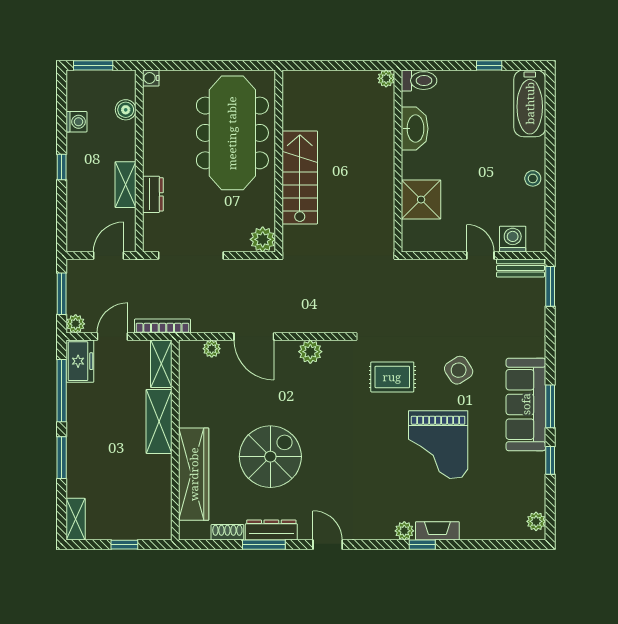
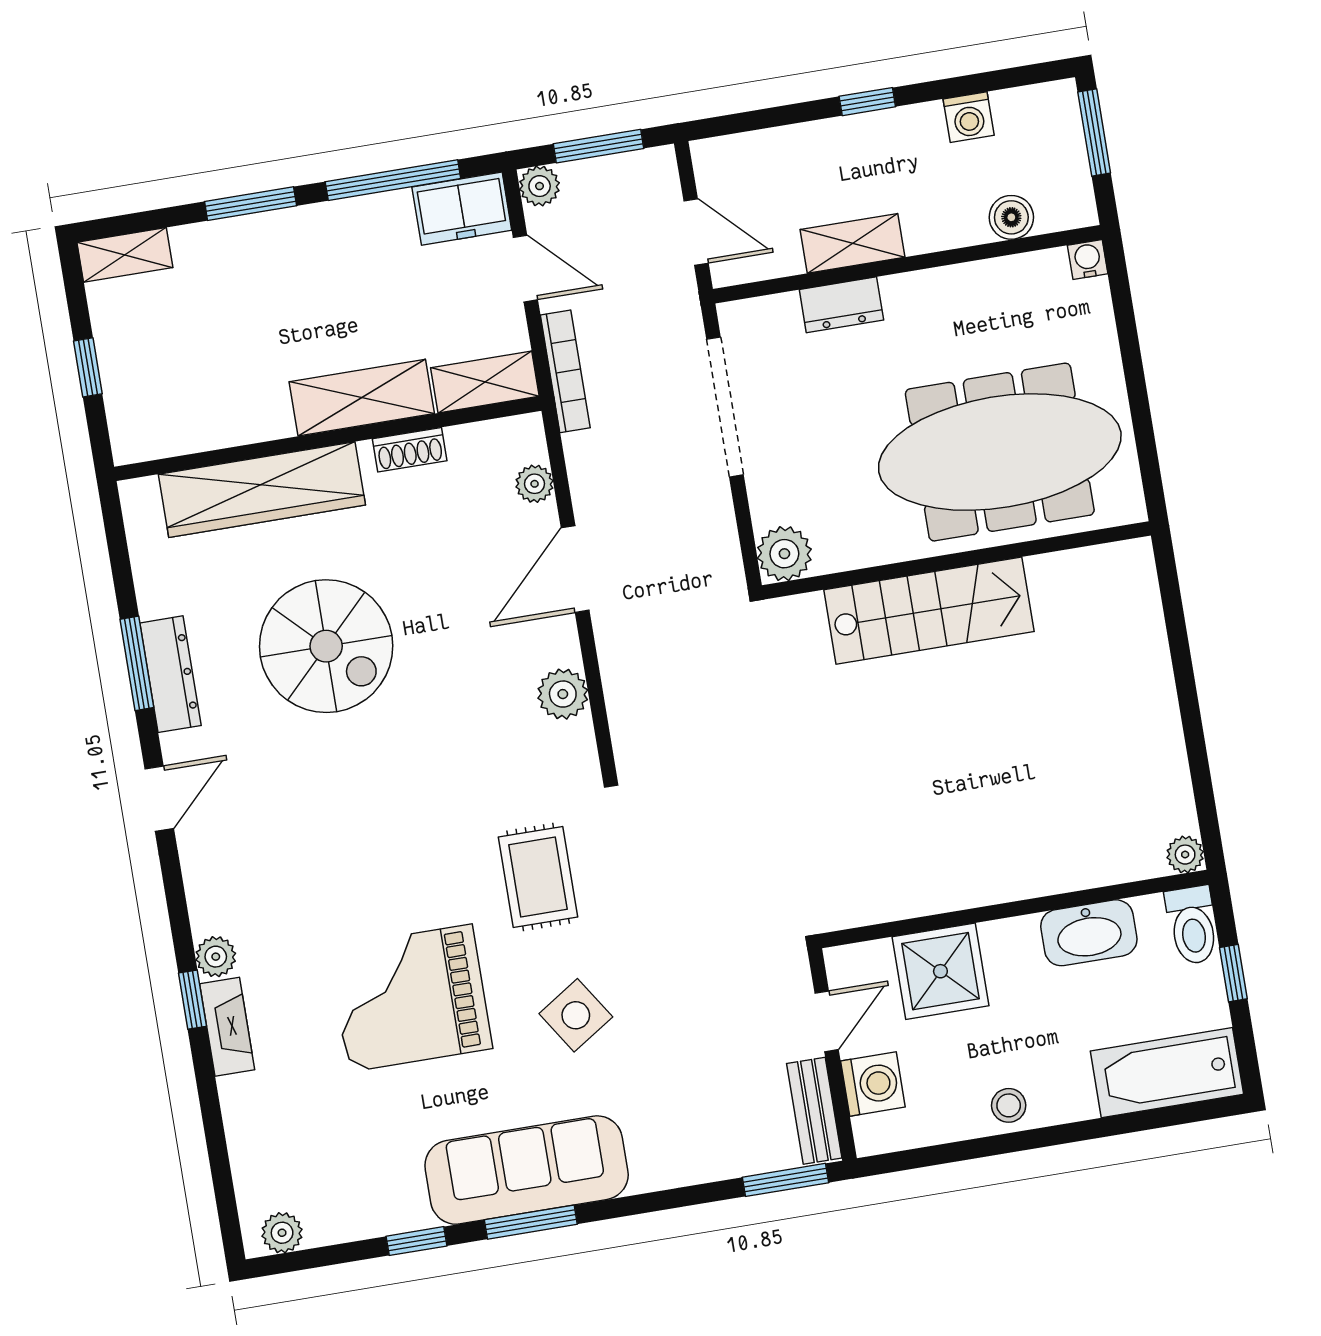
plant: (386, 78) -> (1185, 855), moved
toilet: (419, 81) -> (1192, 925), moved
washbasin: (415, 129) -> (1089, 933), moved
wall: (398, 161) -> (1014, 909), moved
shower: (421, 200) -> (940, 971), moved
shoe rack: (227, 532) -> (410, 450), moved, turned 90

